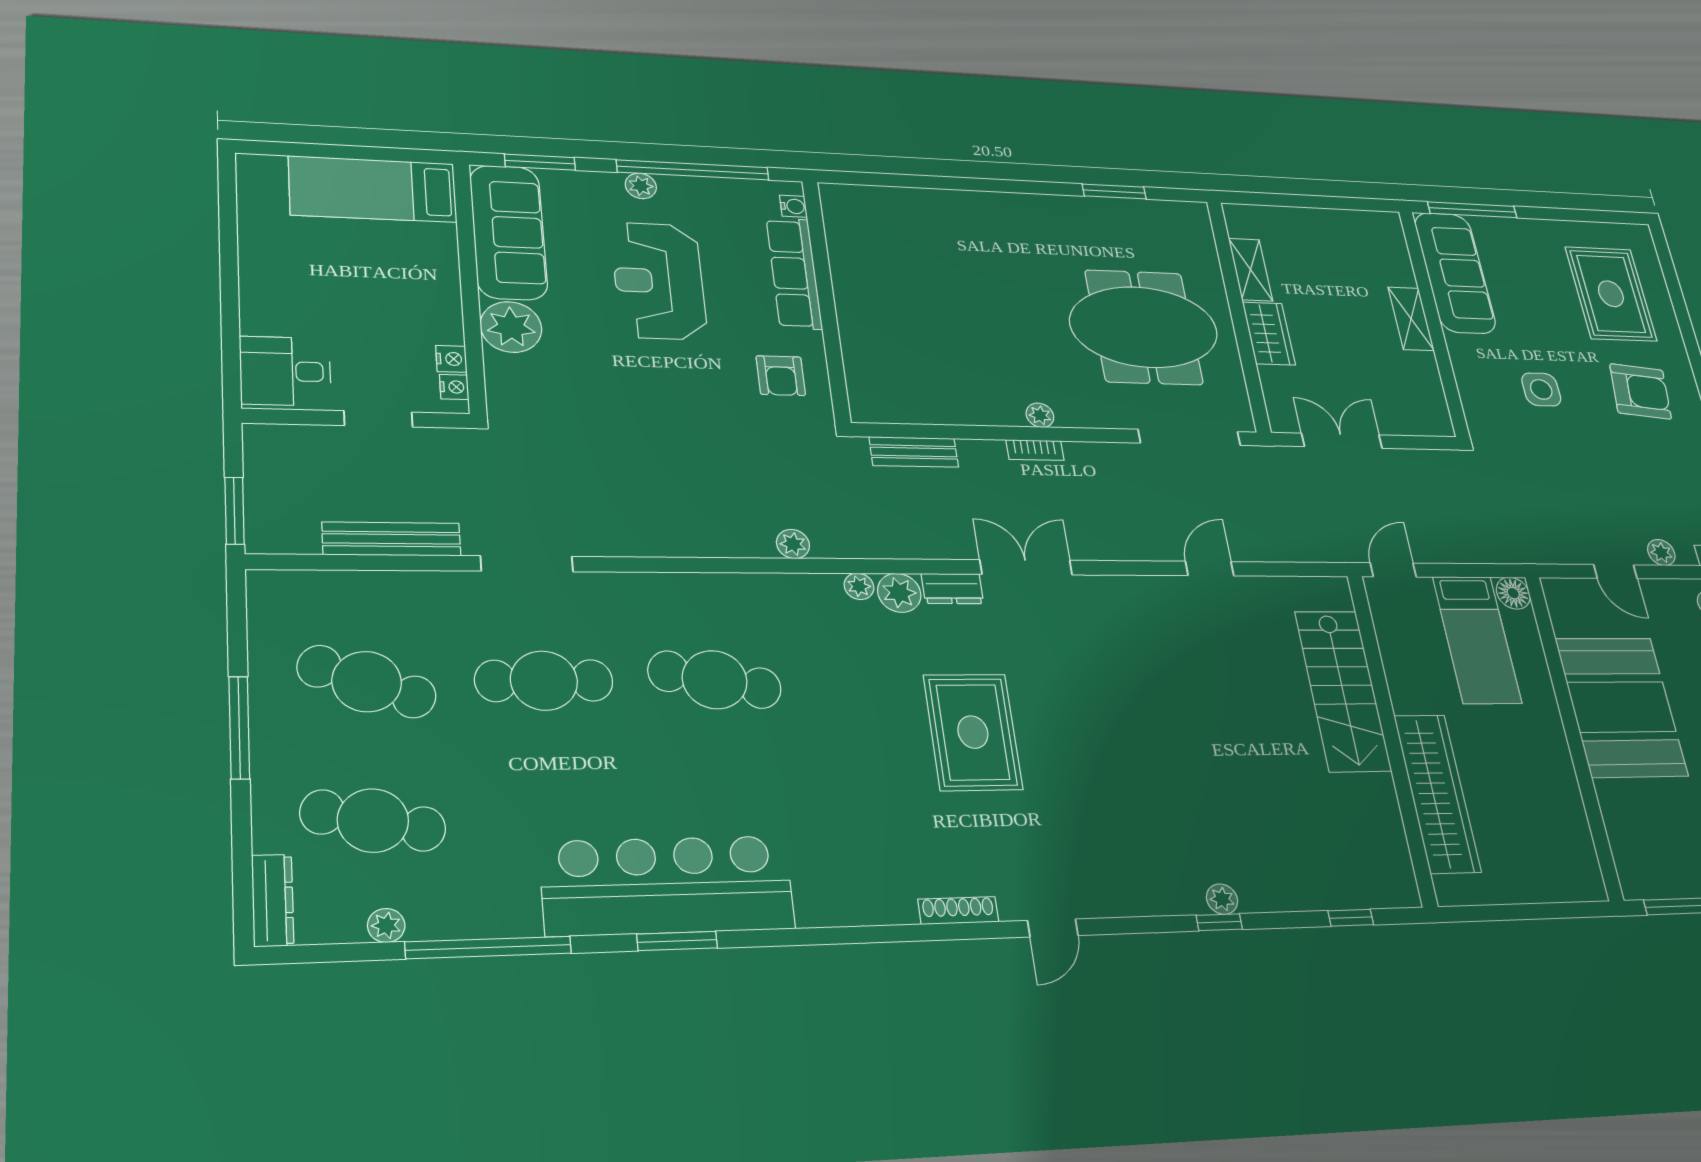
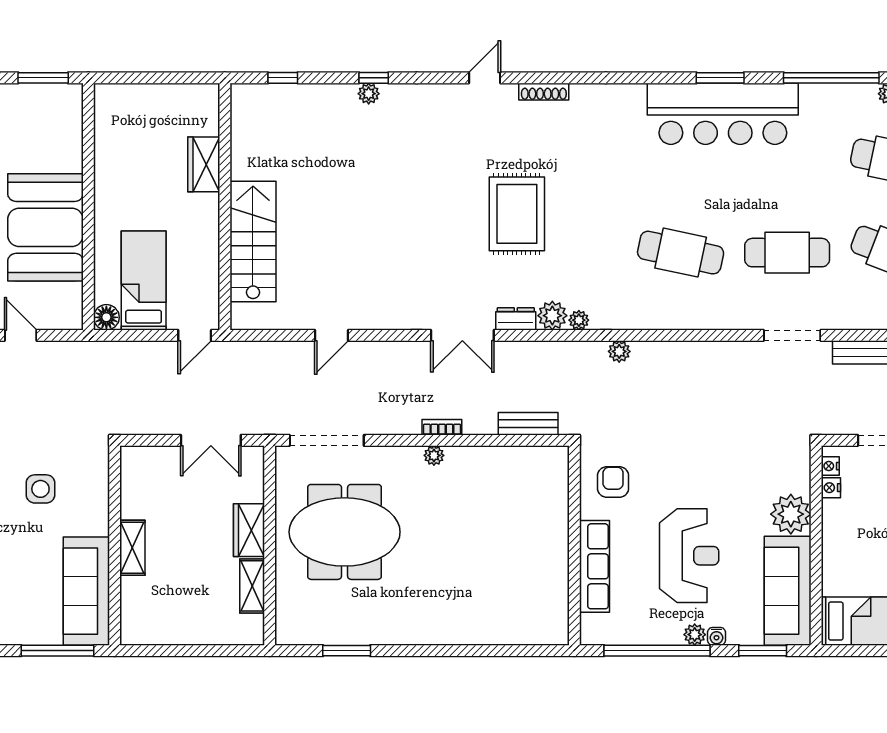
water cooler: (793, 206) -> (716, 636), moved, turned -90
wardrobe: (1437, 793) -> (204, 164), width x0.48, depth x0.85

